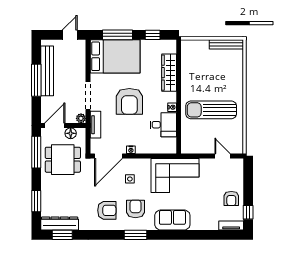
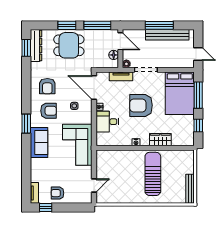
wardrobe: (169, 73) -> (160, 140), width x0.67
sun lounger: (211, 110) -> (153, 174), moved
desk: (163, 125) -> (107, 122), moved, turned 90
dining table: (63, 160) -> (69, 45), moved, turned 90
window: (36, 201) -> (67, 25), moved
window: (136, 235) -> (26, 124), moved

